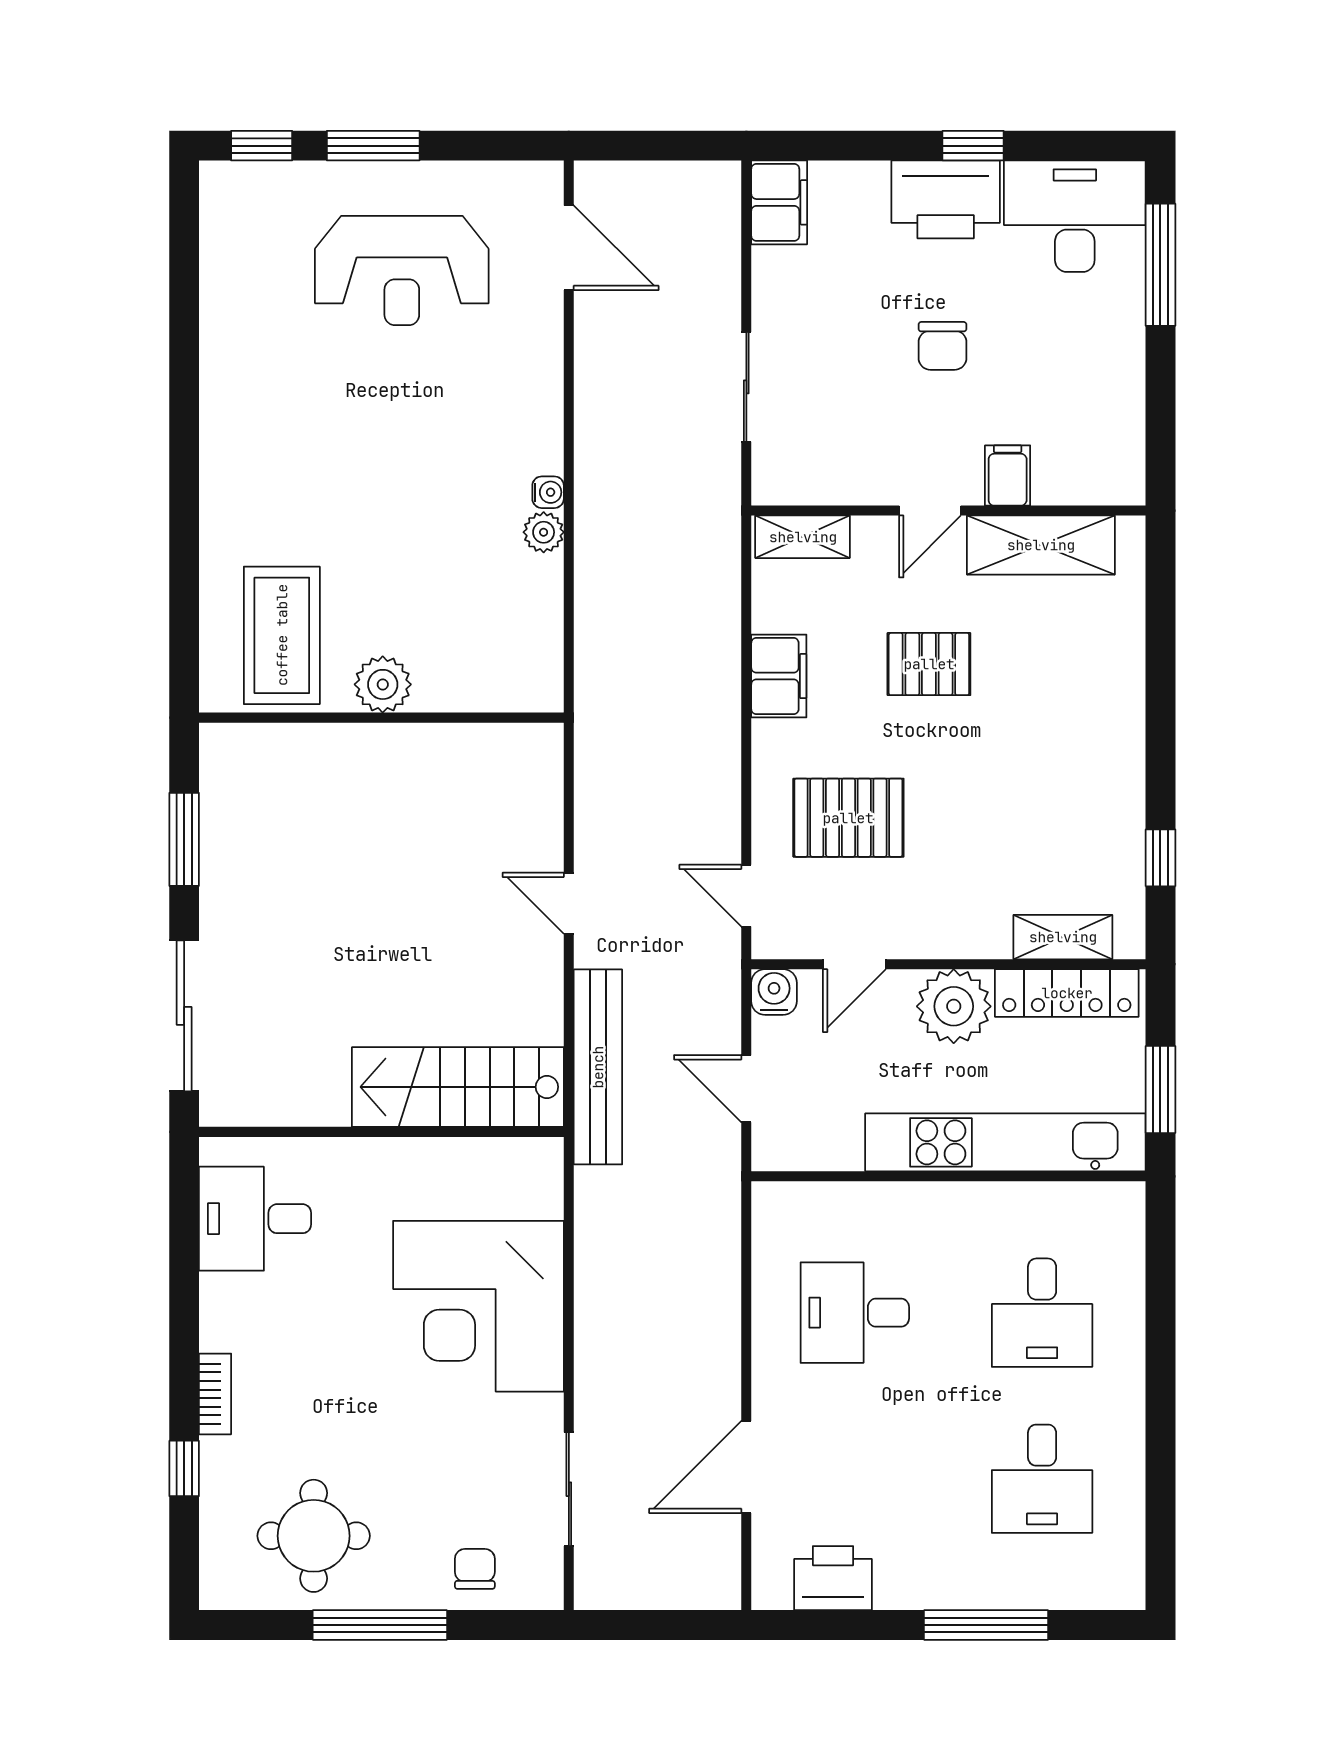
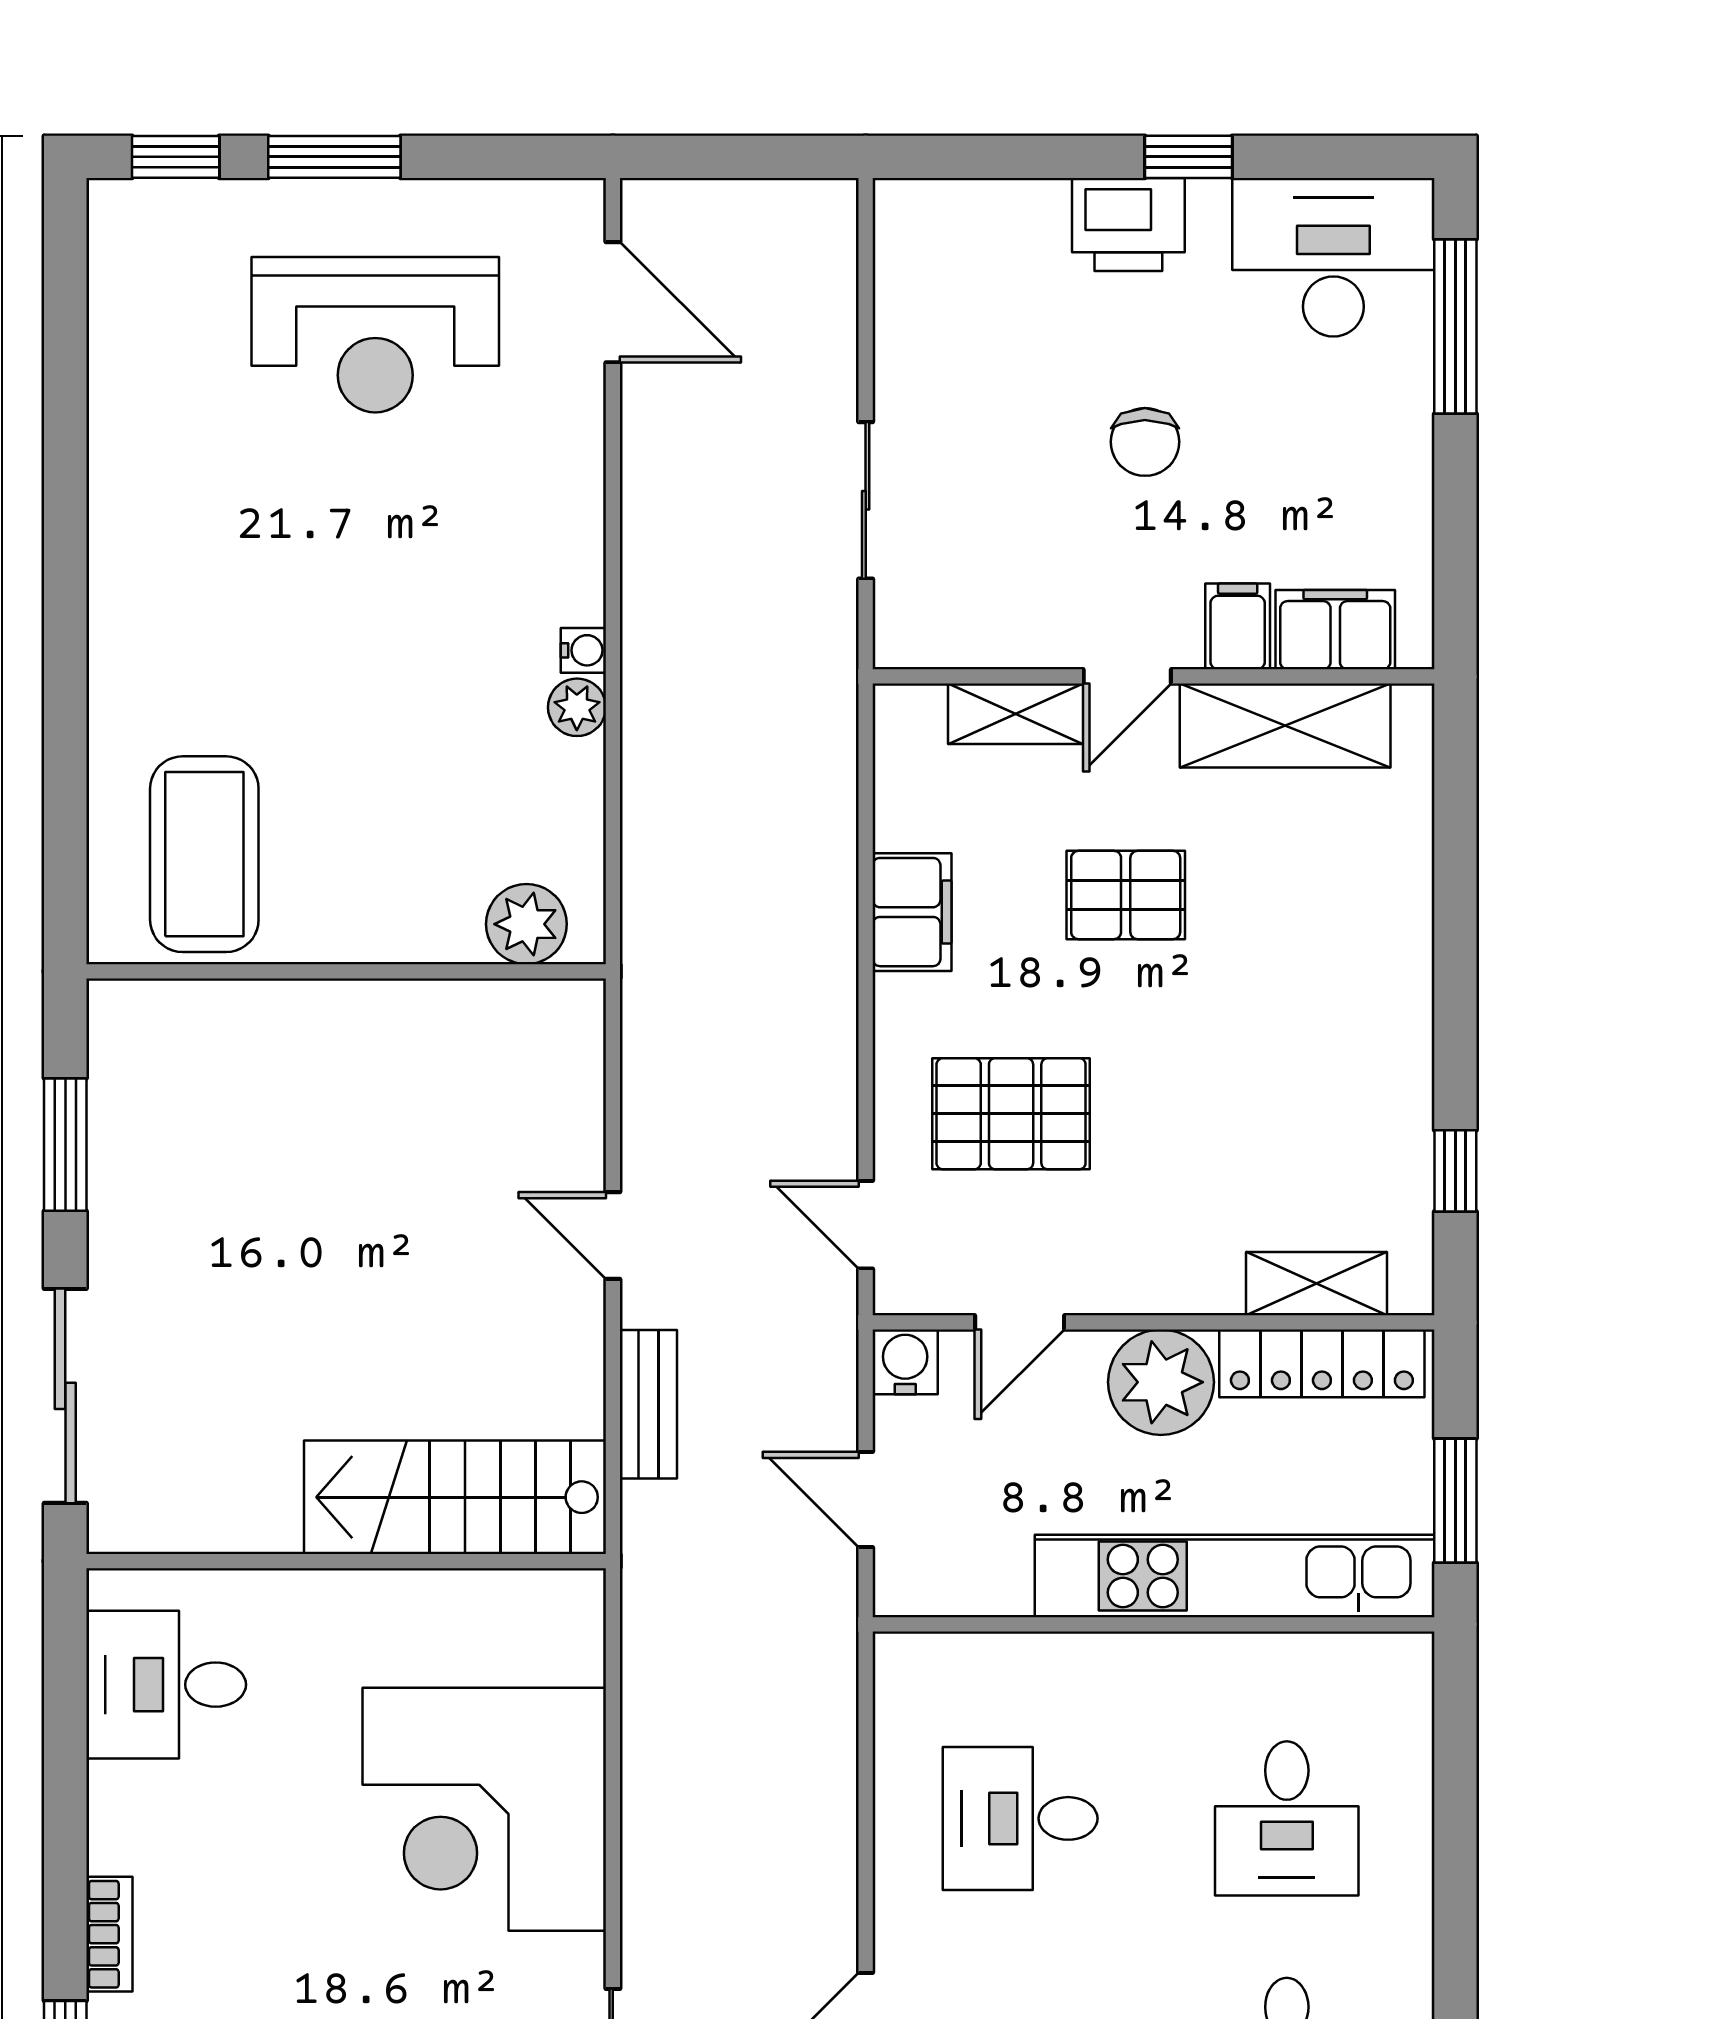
printer: (946, 199) -> (1128, 224), width x0.73, depth x0.84
filing cabinet: (779, 202) -> (1335, 630), moved, turned -90
shelving: (803, 537) -> (1016, 714), moved
plant: (383, 684) -> (526, 924), moved
bench: (598, 1067) -> (648, 1404), width x0.54, depth x0.82

